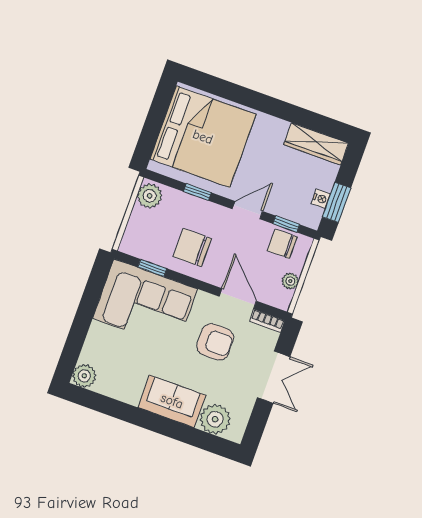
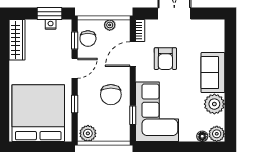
door: (247, 210) -> (75, 68), swing flipped
armchair: (215, 342) -> (165, 59), turned 180
floor lamp: (88, 354) -> (202, 136), added
plant: (215, 419) -> (214, 104), moved

